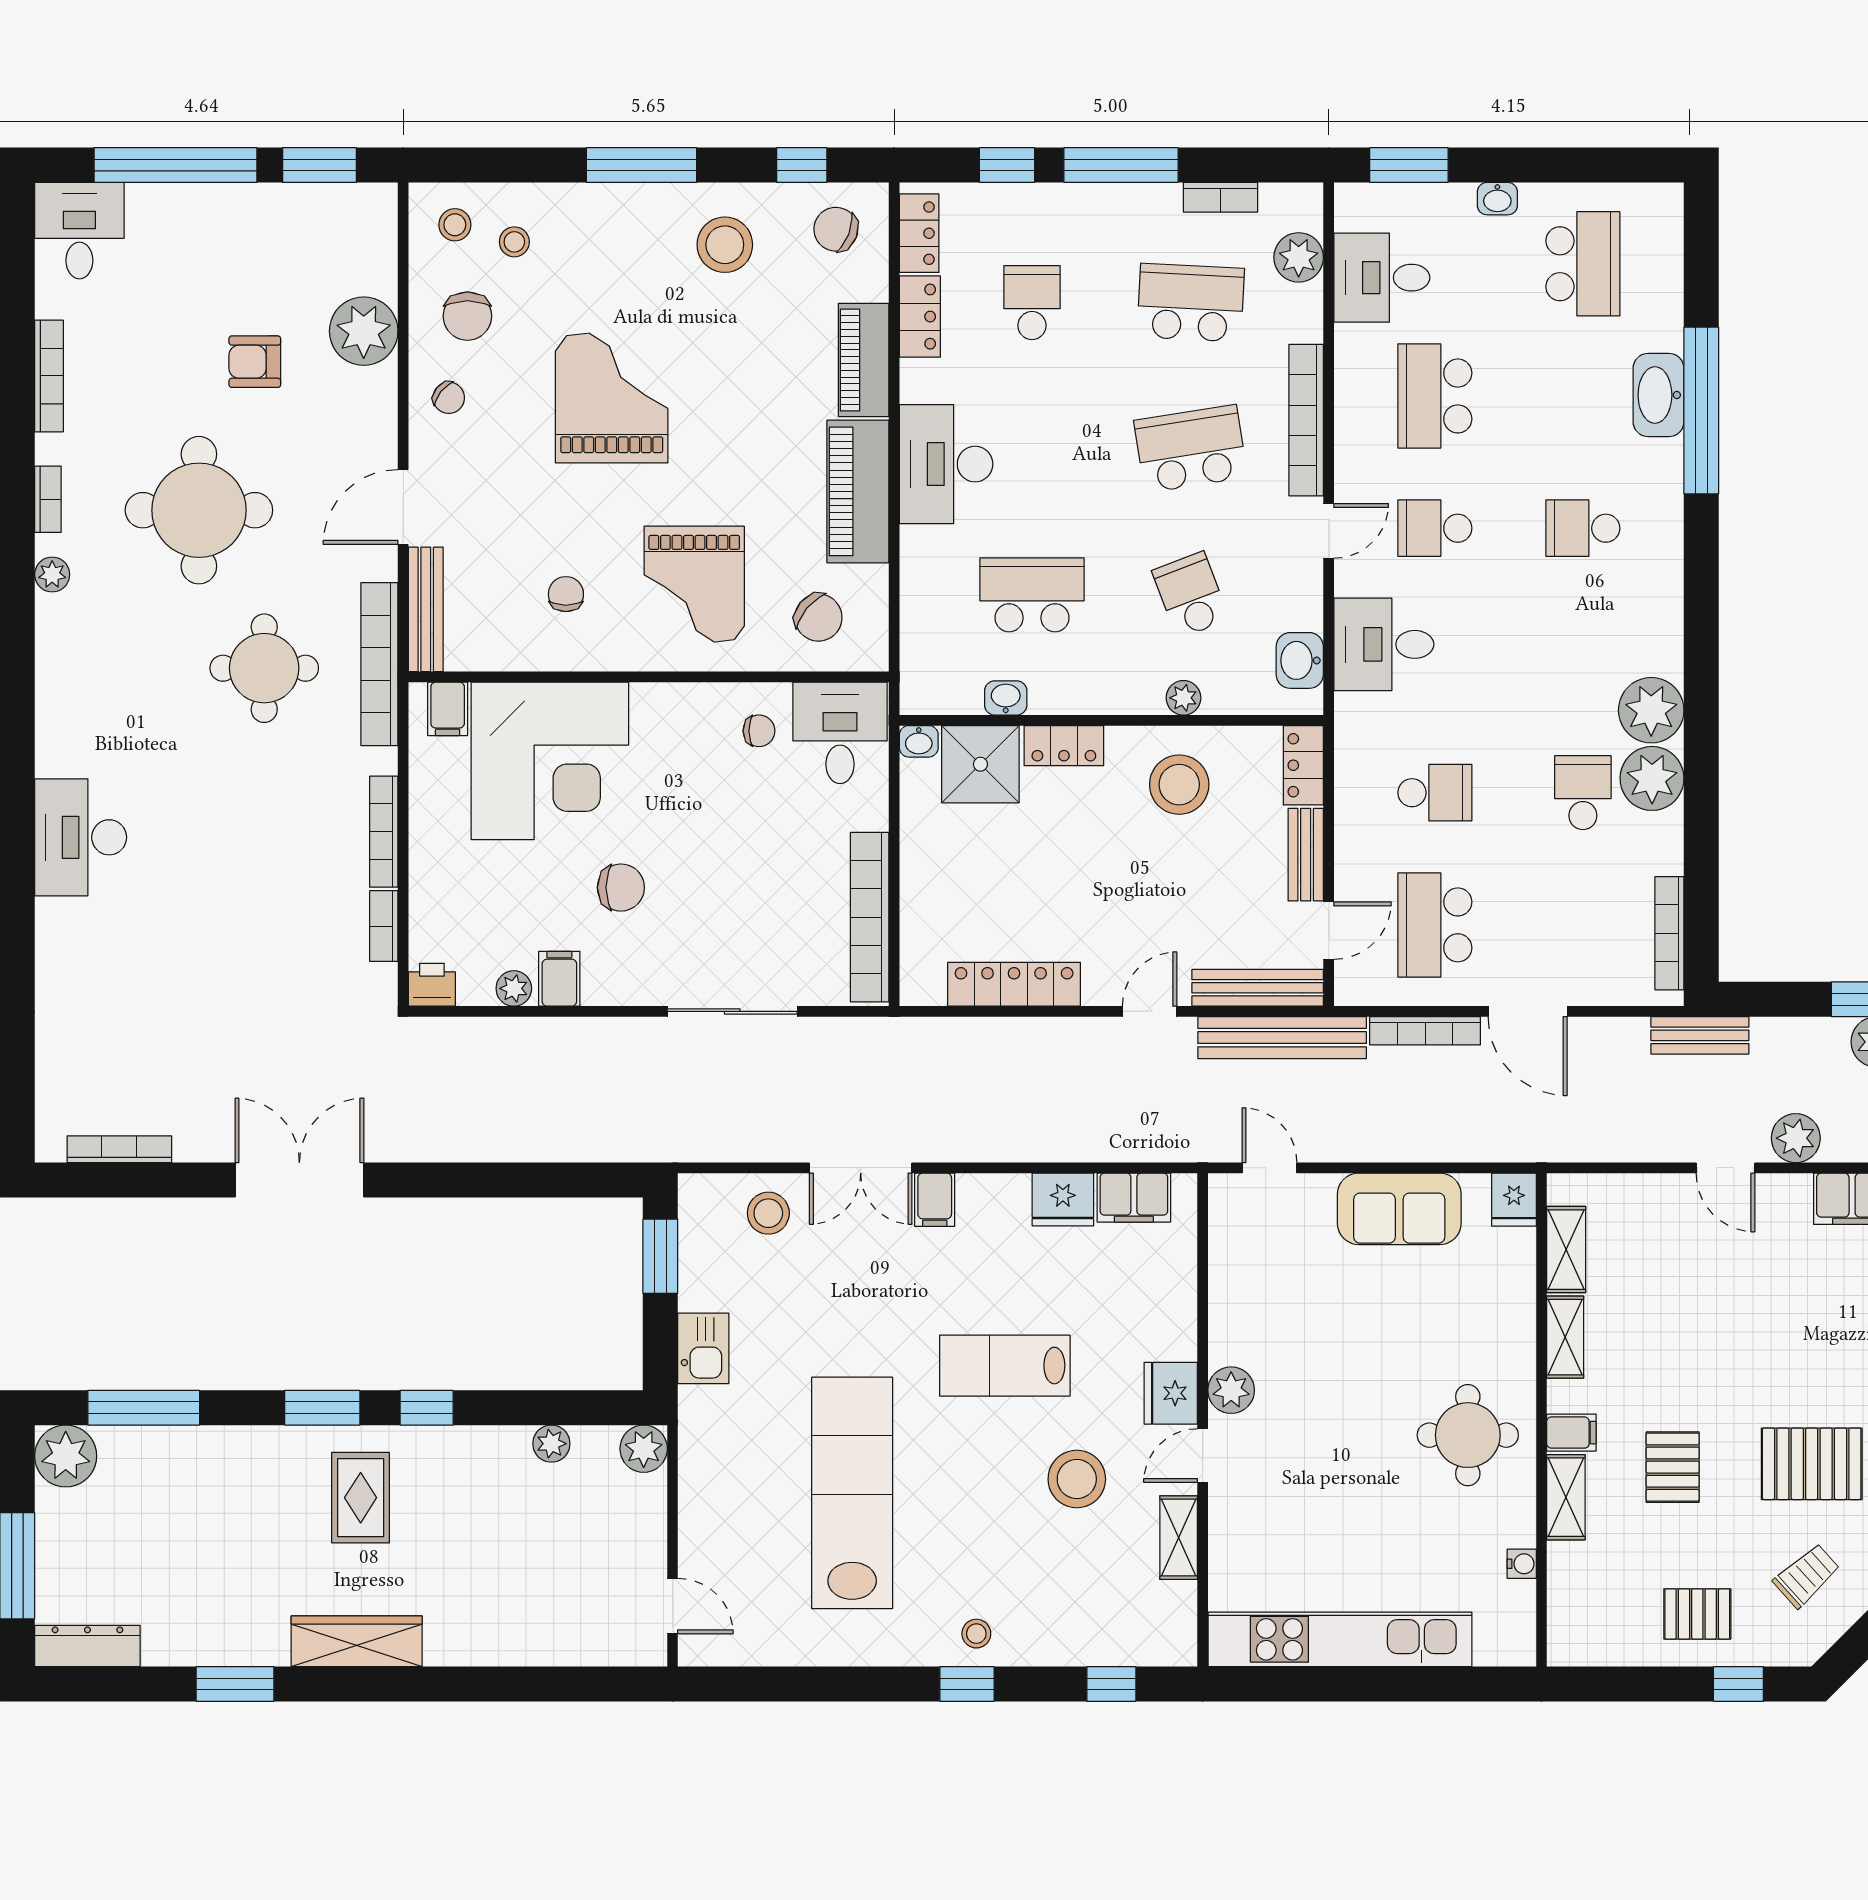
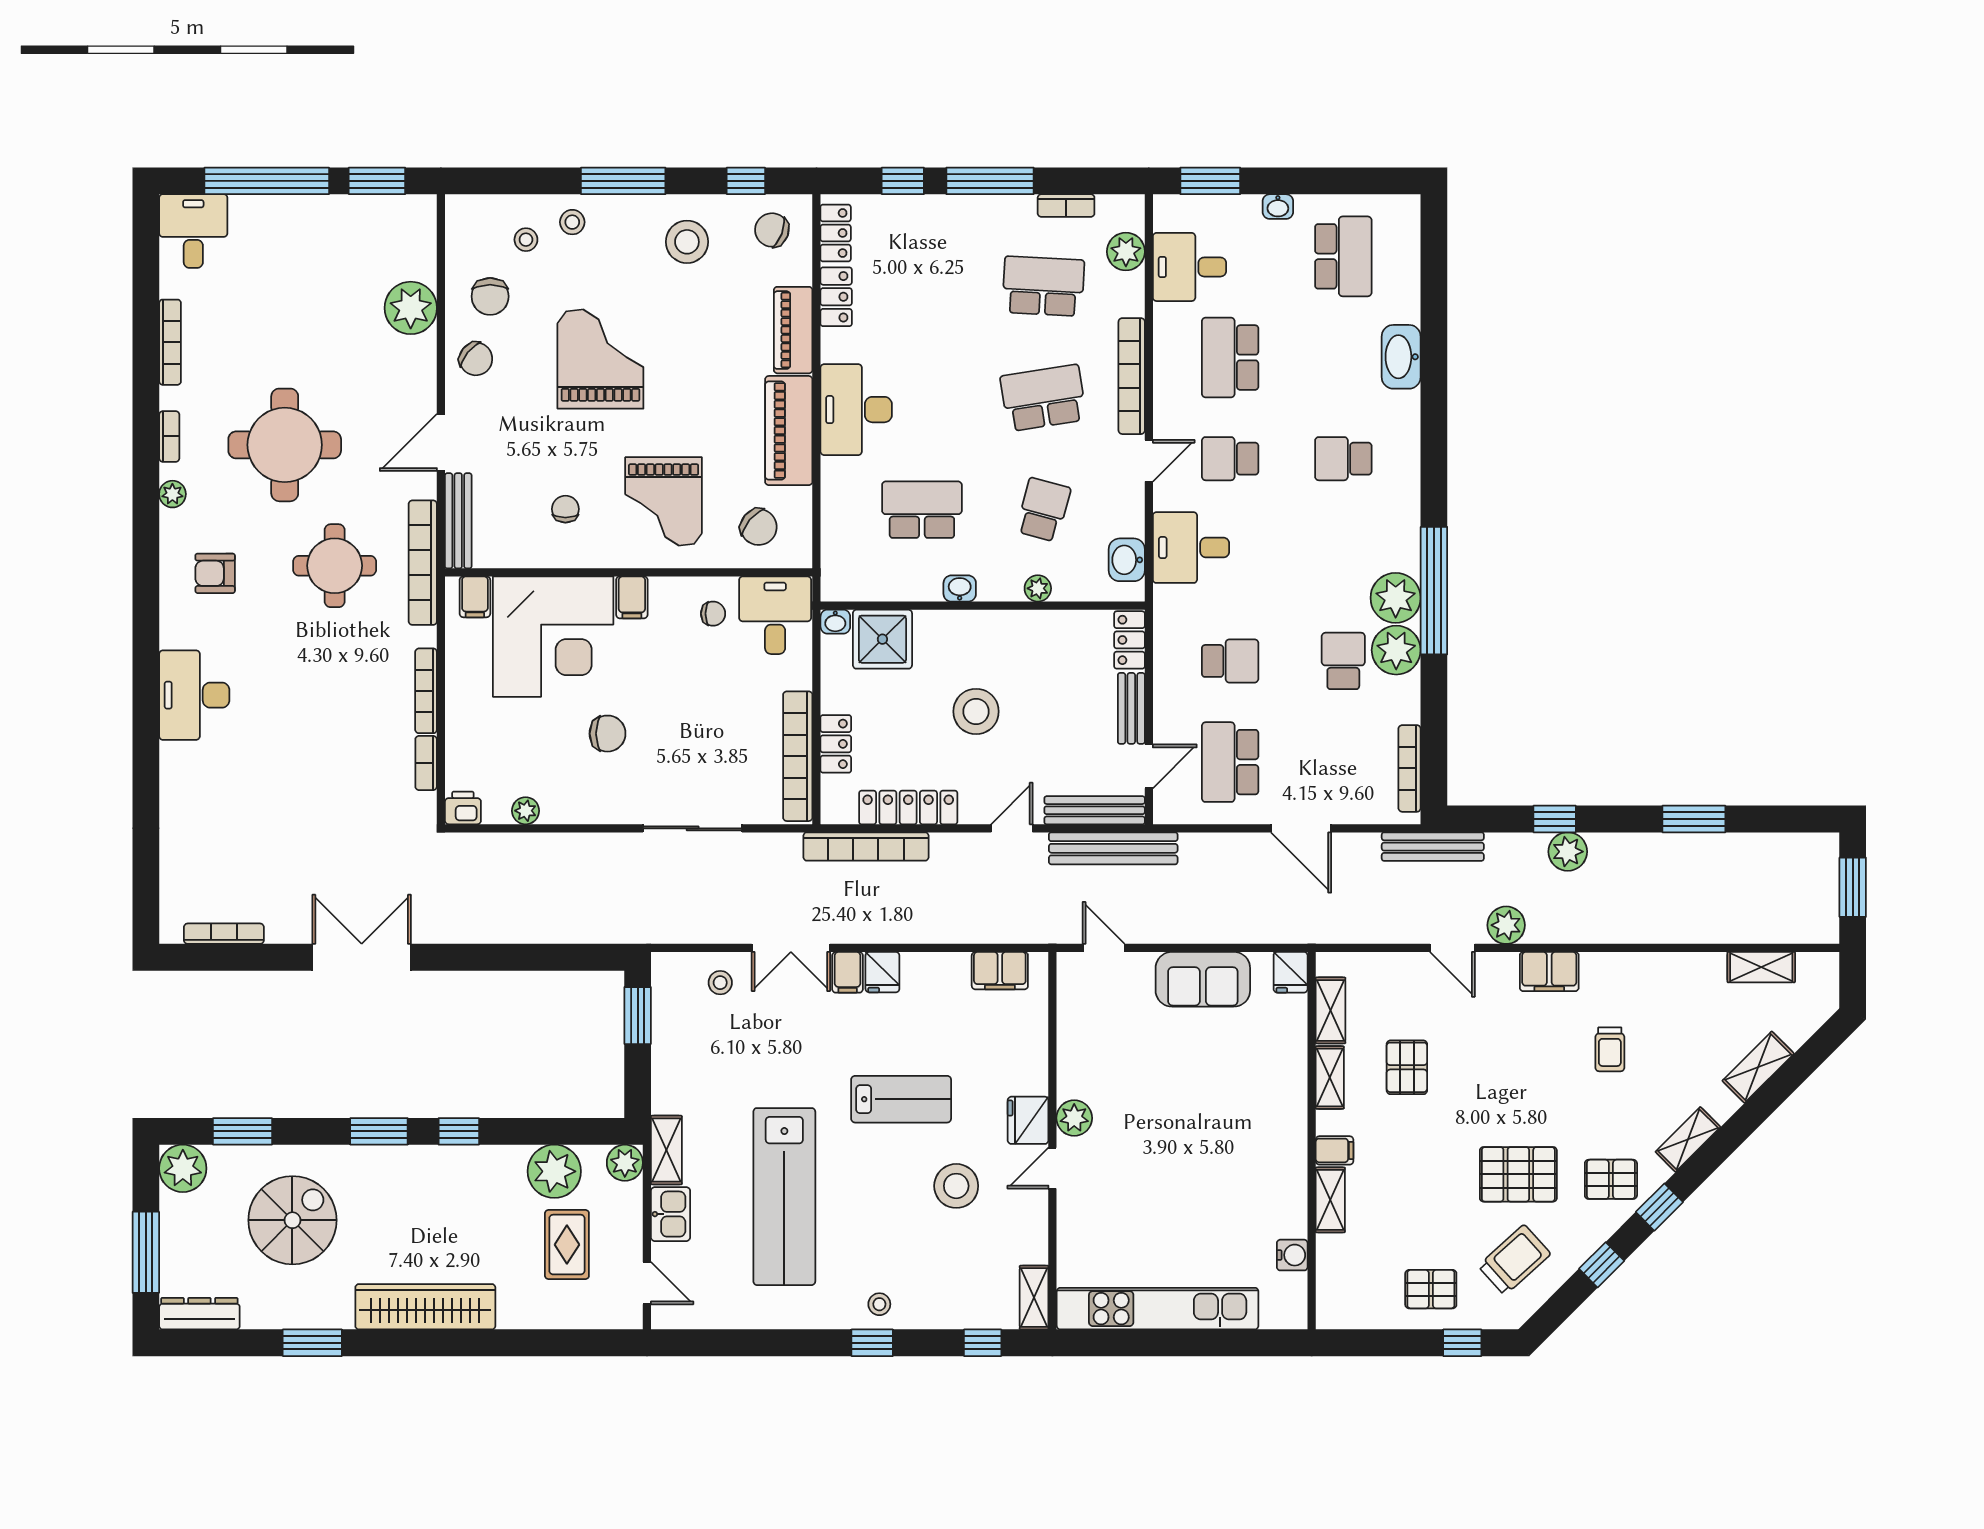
stool: (455, 225) -> (572, 222), moved
school desk: (1032, 303) -> (922, 286), removed
armchair: (255, 362) -> (215, 573), moved
chair: (449, 398) -> (476, 359), width x1.37, depth x1.37
window: (1701, 411) -> (1434, 591), moved
school desk: (1191, 595) -> (1043, 510), turned 36
washbasin: (1006, 698) -> (960, 589), moved
locker: (1064, 746) -> (836, 744), moved, turned -90
stool: (1179, 785) -> (976, 711), moved
filing cabinet: (559, 979) -> (632, 597), moved, turned 180
bookcase: (1425, 1031) -> (866, 846), moved, width x1.48, depth x1.31
bench: (1700, 1035) -> (1433, 847), width x1.36
fridge: (1063, 1199) -> (882, 972), moved, width x0.72
stool: (768, 1213) -> (720, 983), width x0.73, depth x0.73
kitchen sink: (703, 1348) -> (671, 1214), moved
lab bench: (1005, 1366) -> (901, 1099), turned 180
window: (144, 1408) -> (243, 1131), width x0.69
shelving: (698, 1432) -> (666, 1150), added
round table: (1468, 1435) -> (1255, 1152), removed
plant: (551, 1444) -> (554, 1171), width x1.87, depth x1.87
pallet: (1673, 1467) -> (1407, 1067), moved
lab bench: (852, 1493) -> (784, 1197), turned 180
rug: (361, 1498) -> (567, 1245), moved
spiral stairs: (209, 1524) -> (292, 1220), added
shelving: (1179, 1538) -> (1034, 1298), moved
water cooler: (1522, 1564) -> (1292, 1255), width x1.38, depth x1.38
trolley: (1807, 1576) -> (1514, 1260), width x1.36, depth x1.39
wardrobe: (357, 1641) -> (425, 1307), width x1.40, depth x1.17

